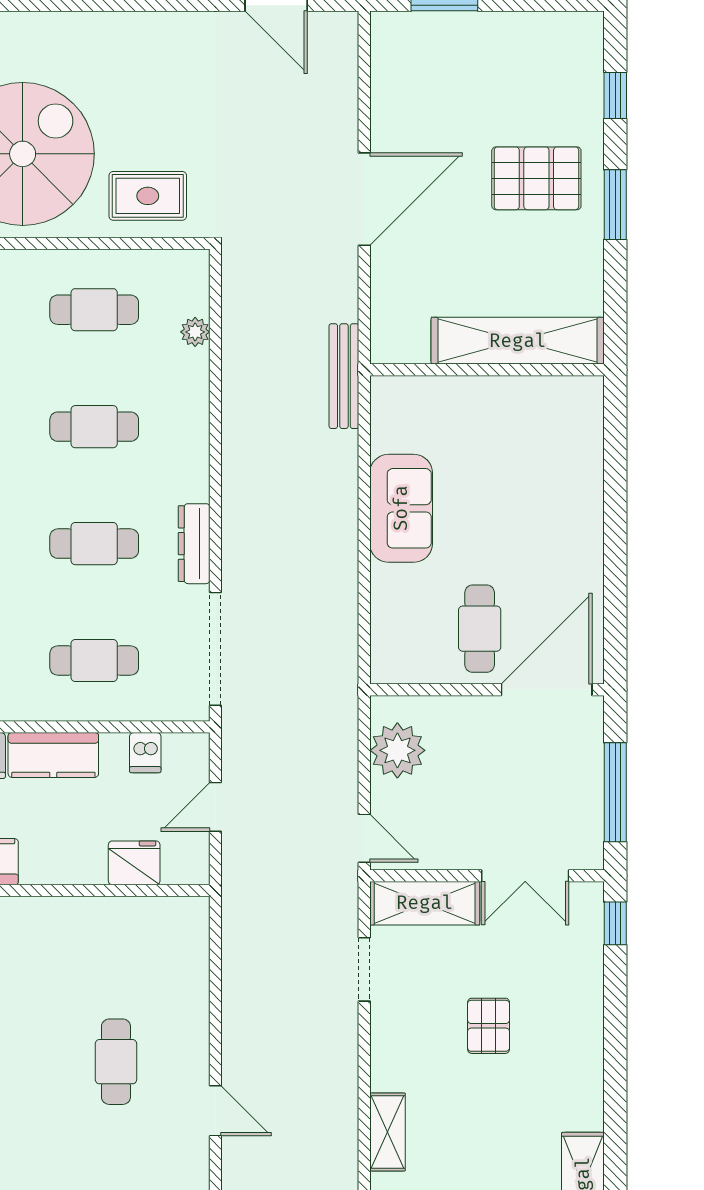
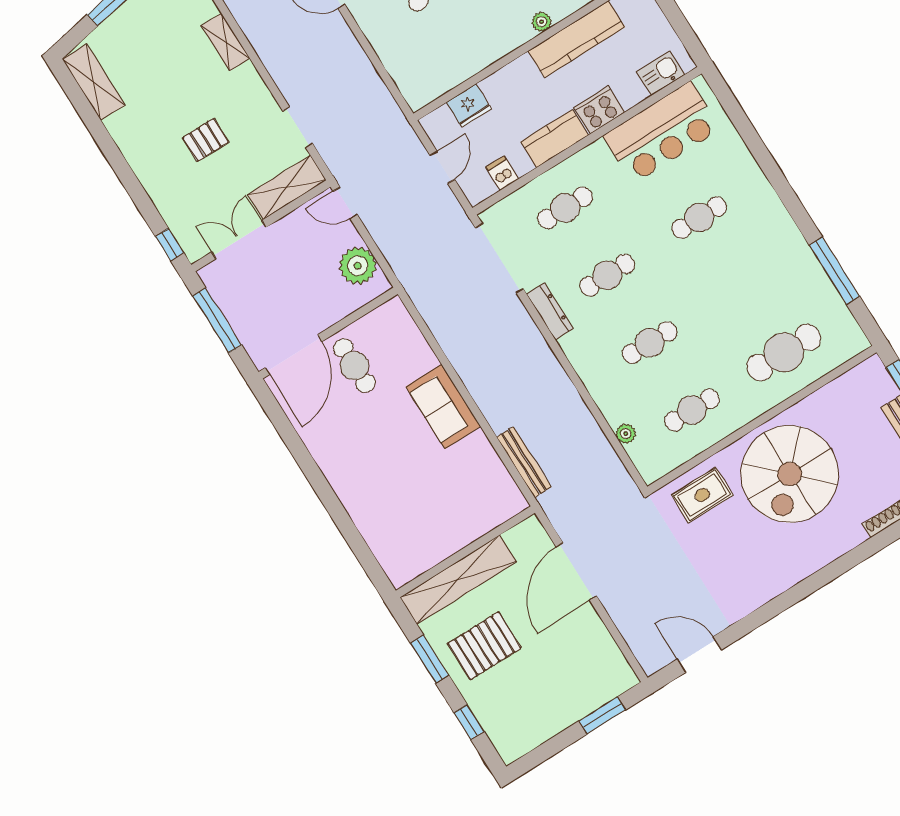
shelving: (518, 341) -> (458, 580), moved
wall: (487, 370) -> (465, 552), moved
pallet: (489, 1026) -> (206, 140), turned 90

